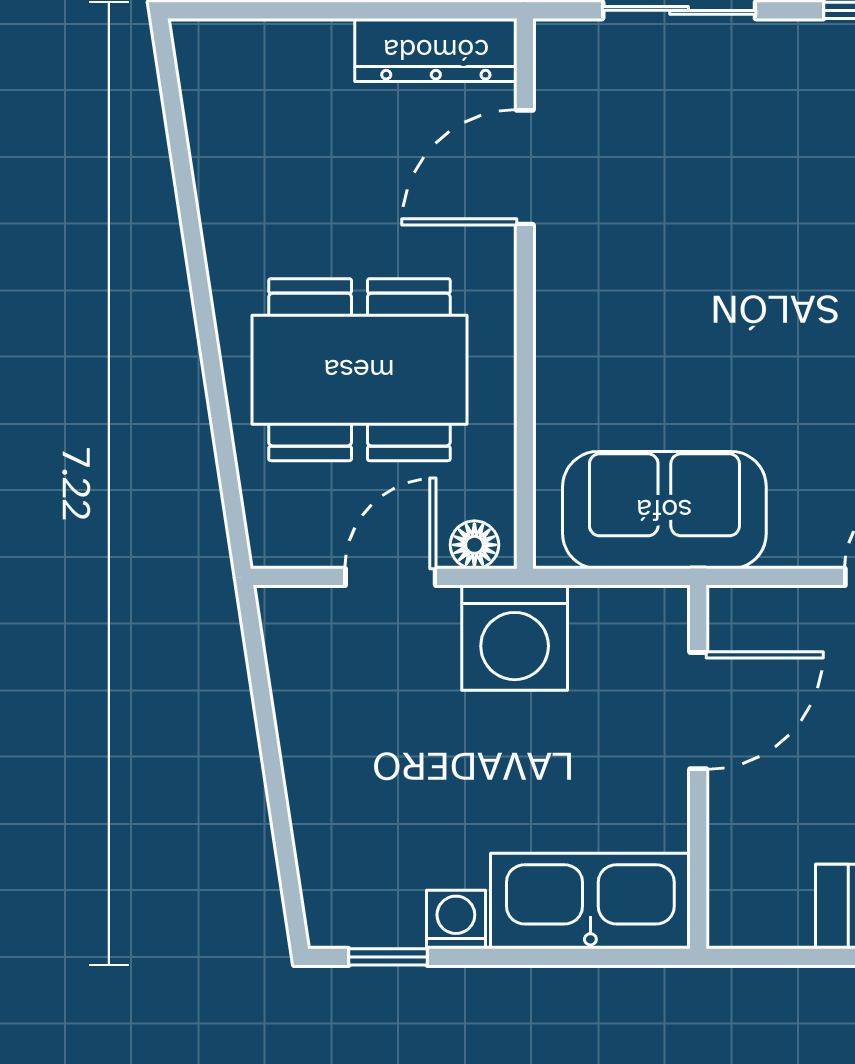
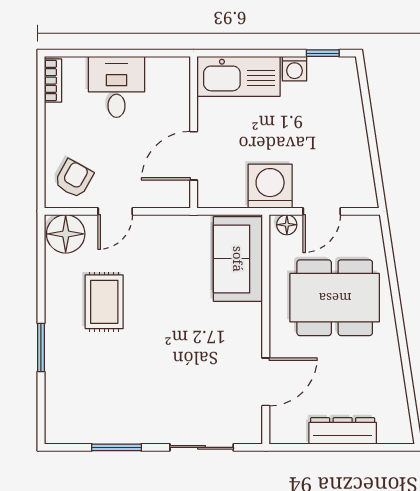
dresser: (436, 50) -> (343, 431), moved
sofa: (664, 510) -> (238, 259), moved, turned 90

